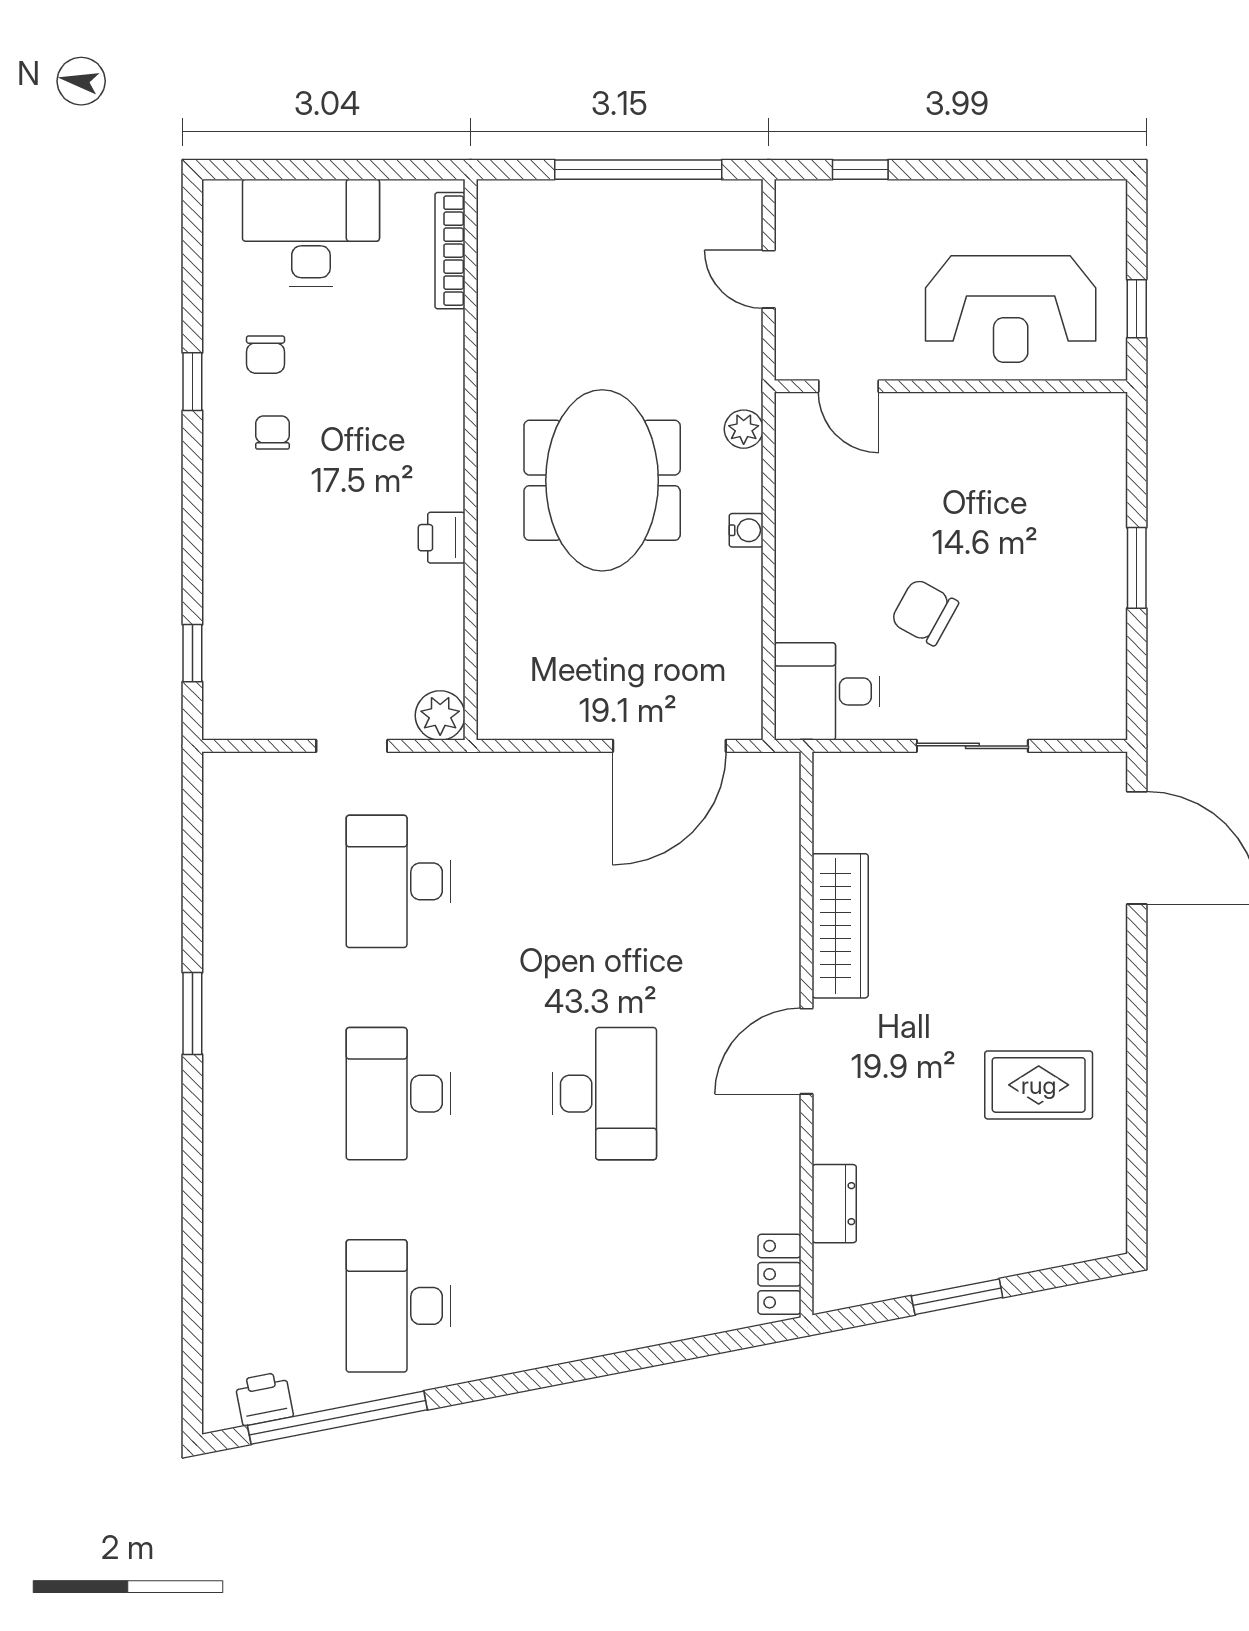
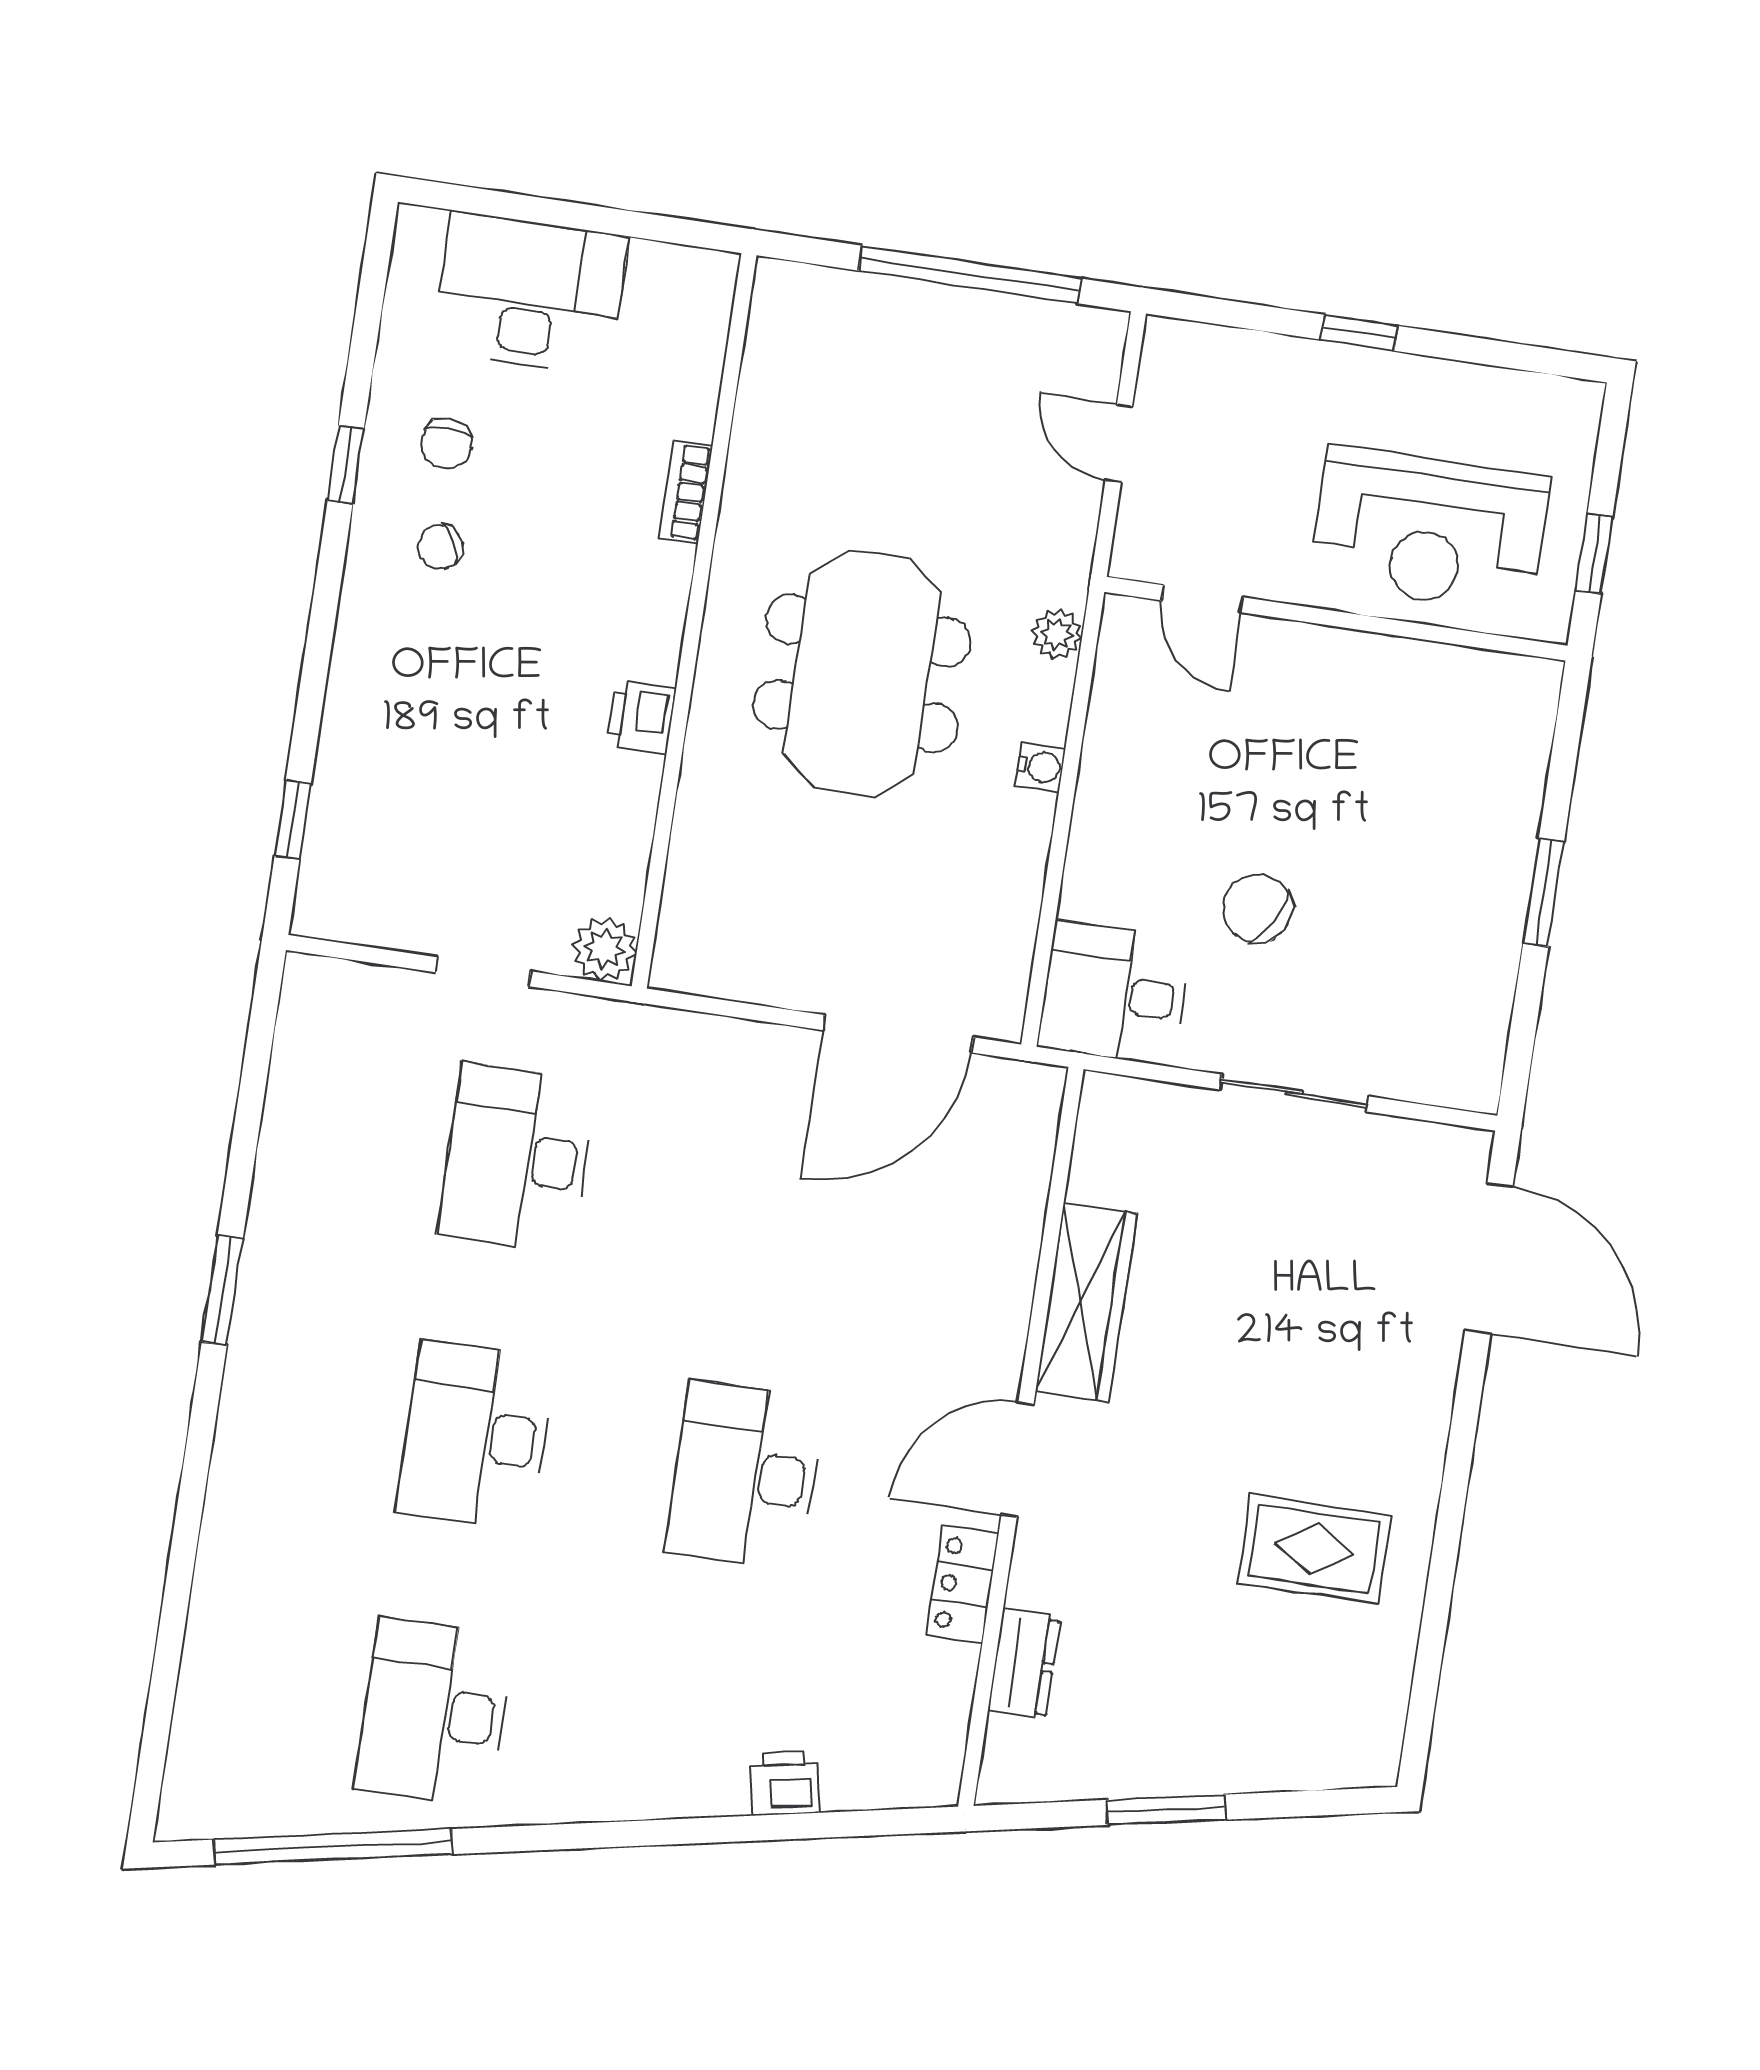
window: (860, 170) -> (1359, 333), moved
bookcase: (450, 251) -> (686, 492), moved, width x0.64
chair: (272, 433) -> (440, 547), turned -118
desk: (604, 1094) -> (745, 1475), turned 180
locker: (779, 1274) -> (963, 1585), moved
printer: (264, 1399) -> (785, 1783), moved

